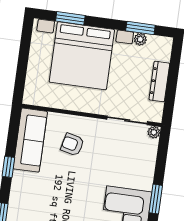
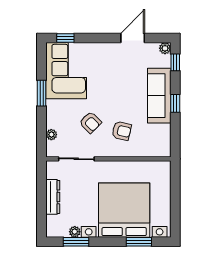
plant: (154, 132) -> (51, 135), moved
sofa: (30, 140) -> (159, 96), moved
armchair: (106, 159) -> (90, 122), added

